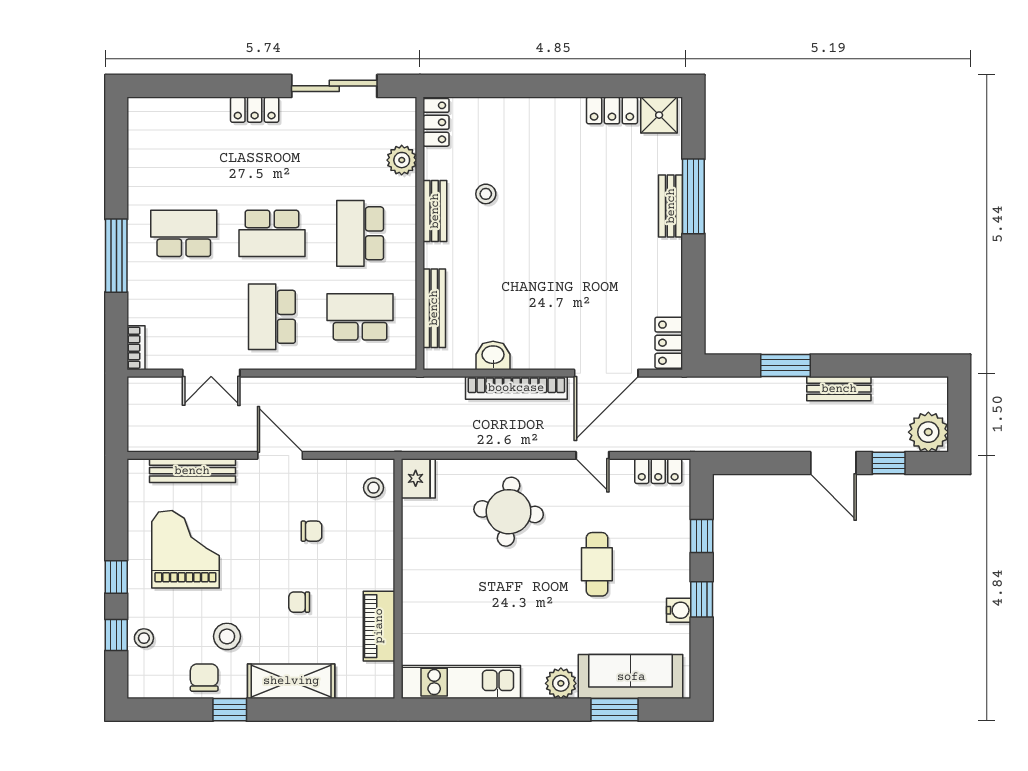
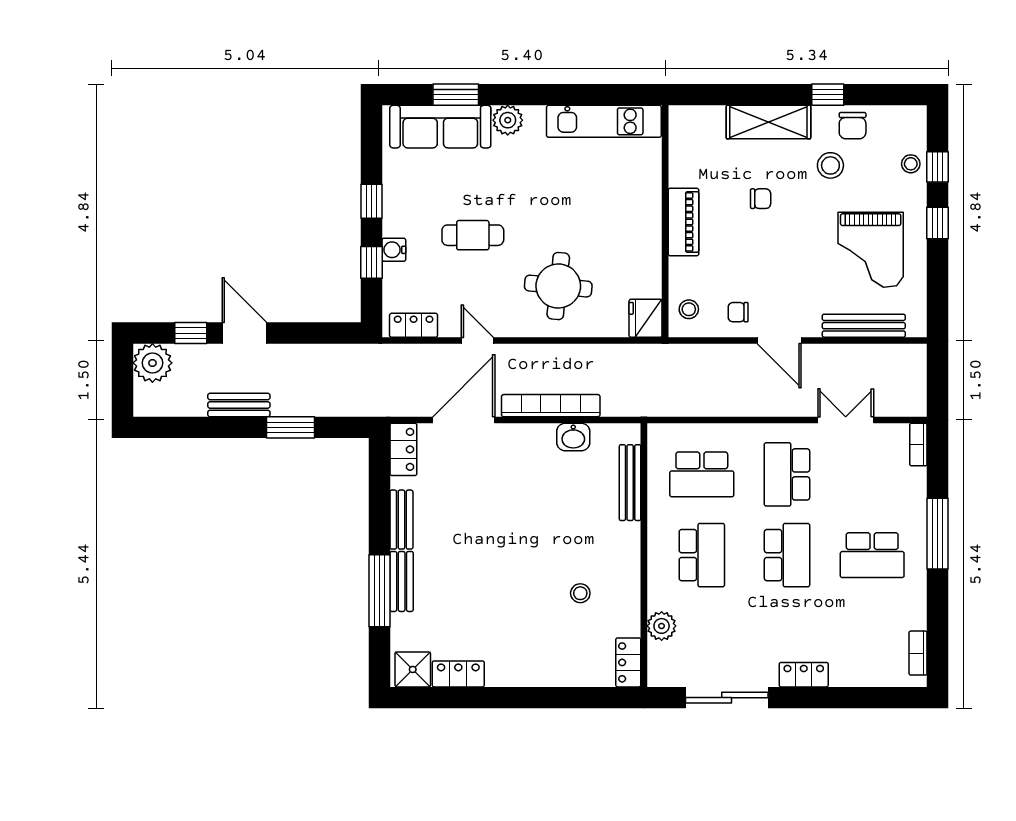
bookcase: (136, 132) -> (918, 653), added
bench: (435, 211) -> (401, 520), moved
school desk: (272, 233) -> (787, 555), turned 90
school desk: (272, 317) -> (787, 474), turned 180
chair: (311, 531) -> (738, 312), moved
cafe table: (597, 564) -> (473, 235), turned 90
water cooler: (679, 610) -> (394, 250), moved
piano: (379, 626) -> (683, 222), moved

